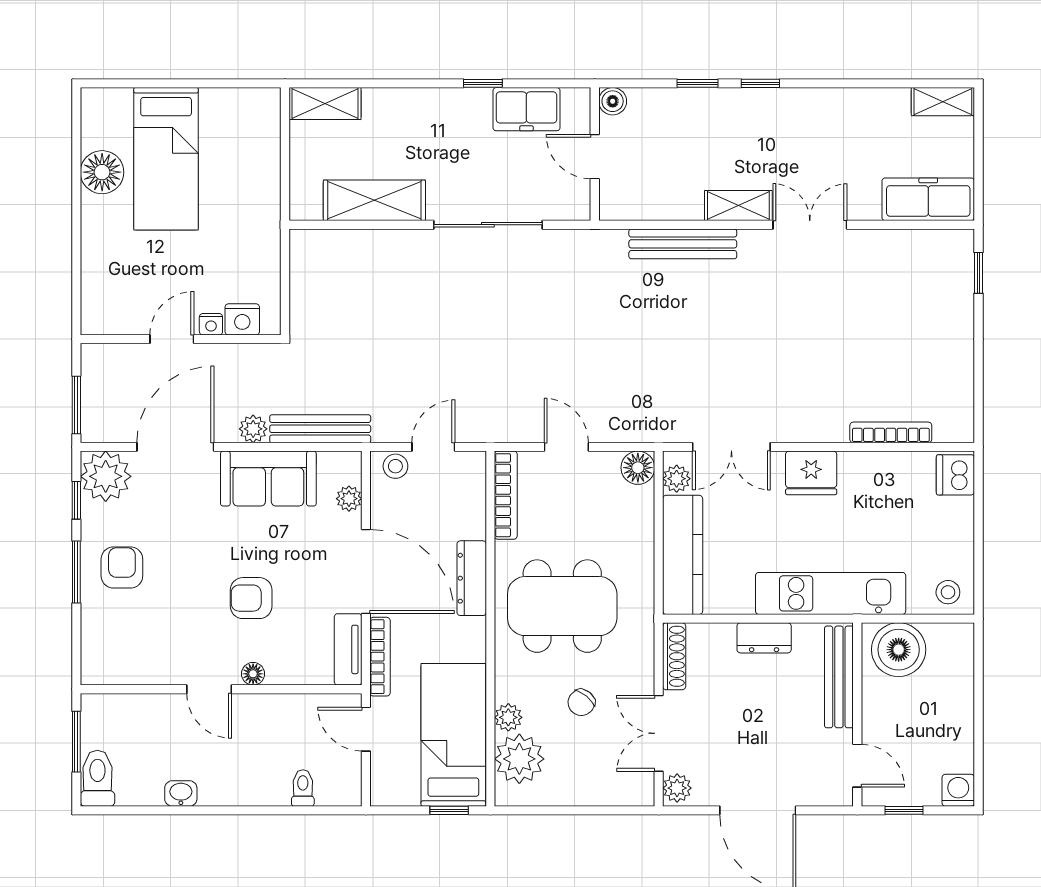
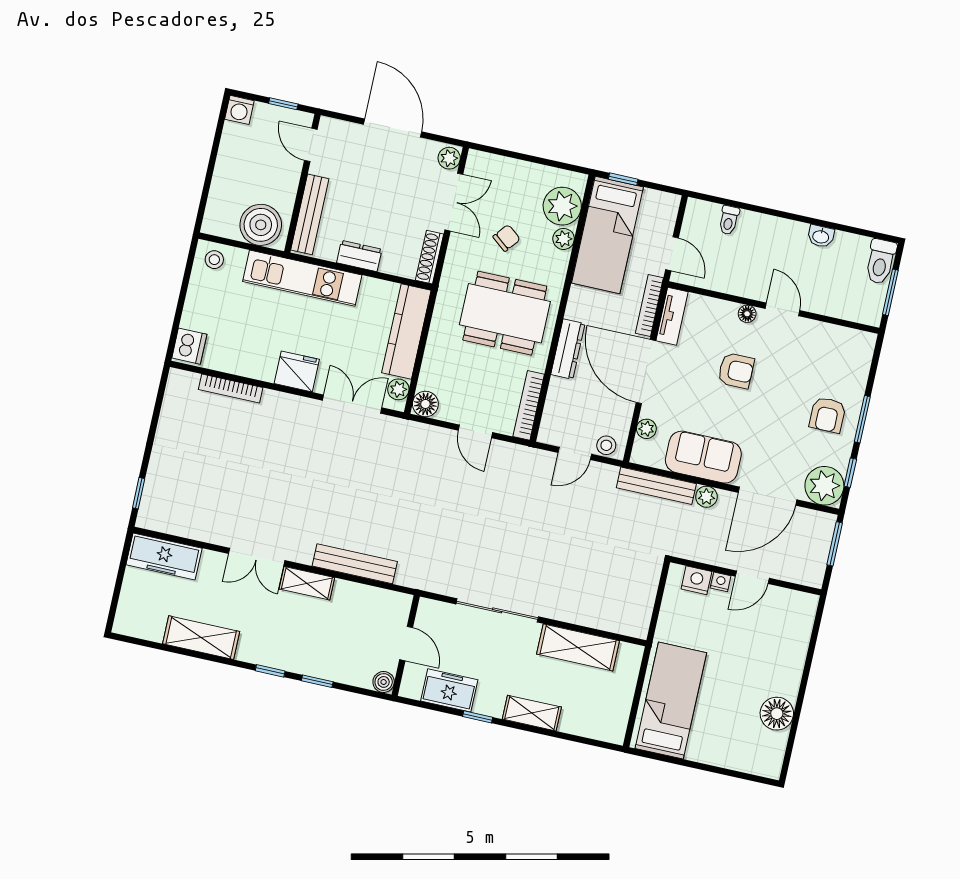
shelving: (943, 102) -> (201, 638), moved, width x1.50, depth x1.33
shelving: (325, 104) -> (532, 713), moved
bed: (166, 159) -> (671, 701), moved

